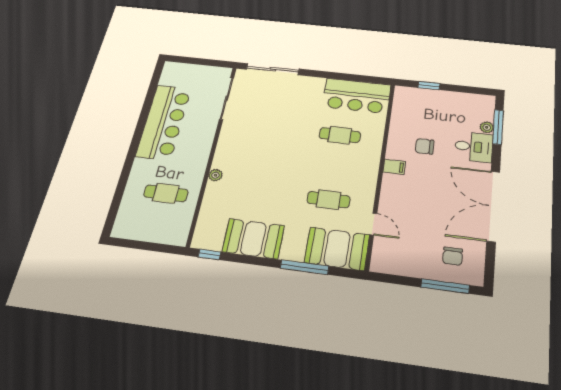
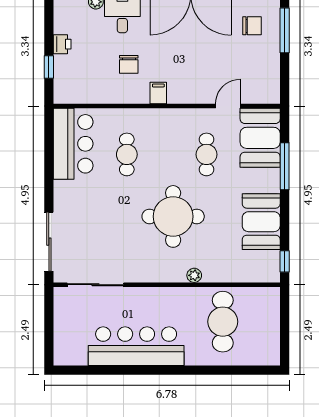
printer: (449, 98) -> (62, 44), added
round table: (275, 165) -> (173, 216), added
cafe table: (166, 193) -> (223, 322), width x1.37, depth x1.35

